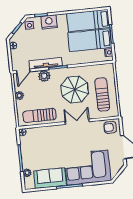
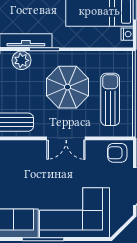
double door: (77, 122) -> (66, 138), swing flipped

